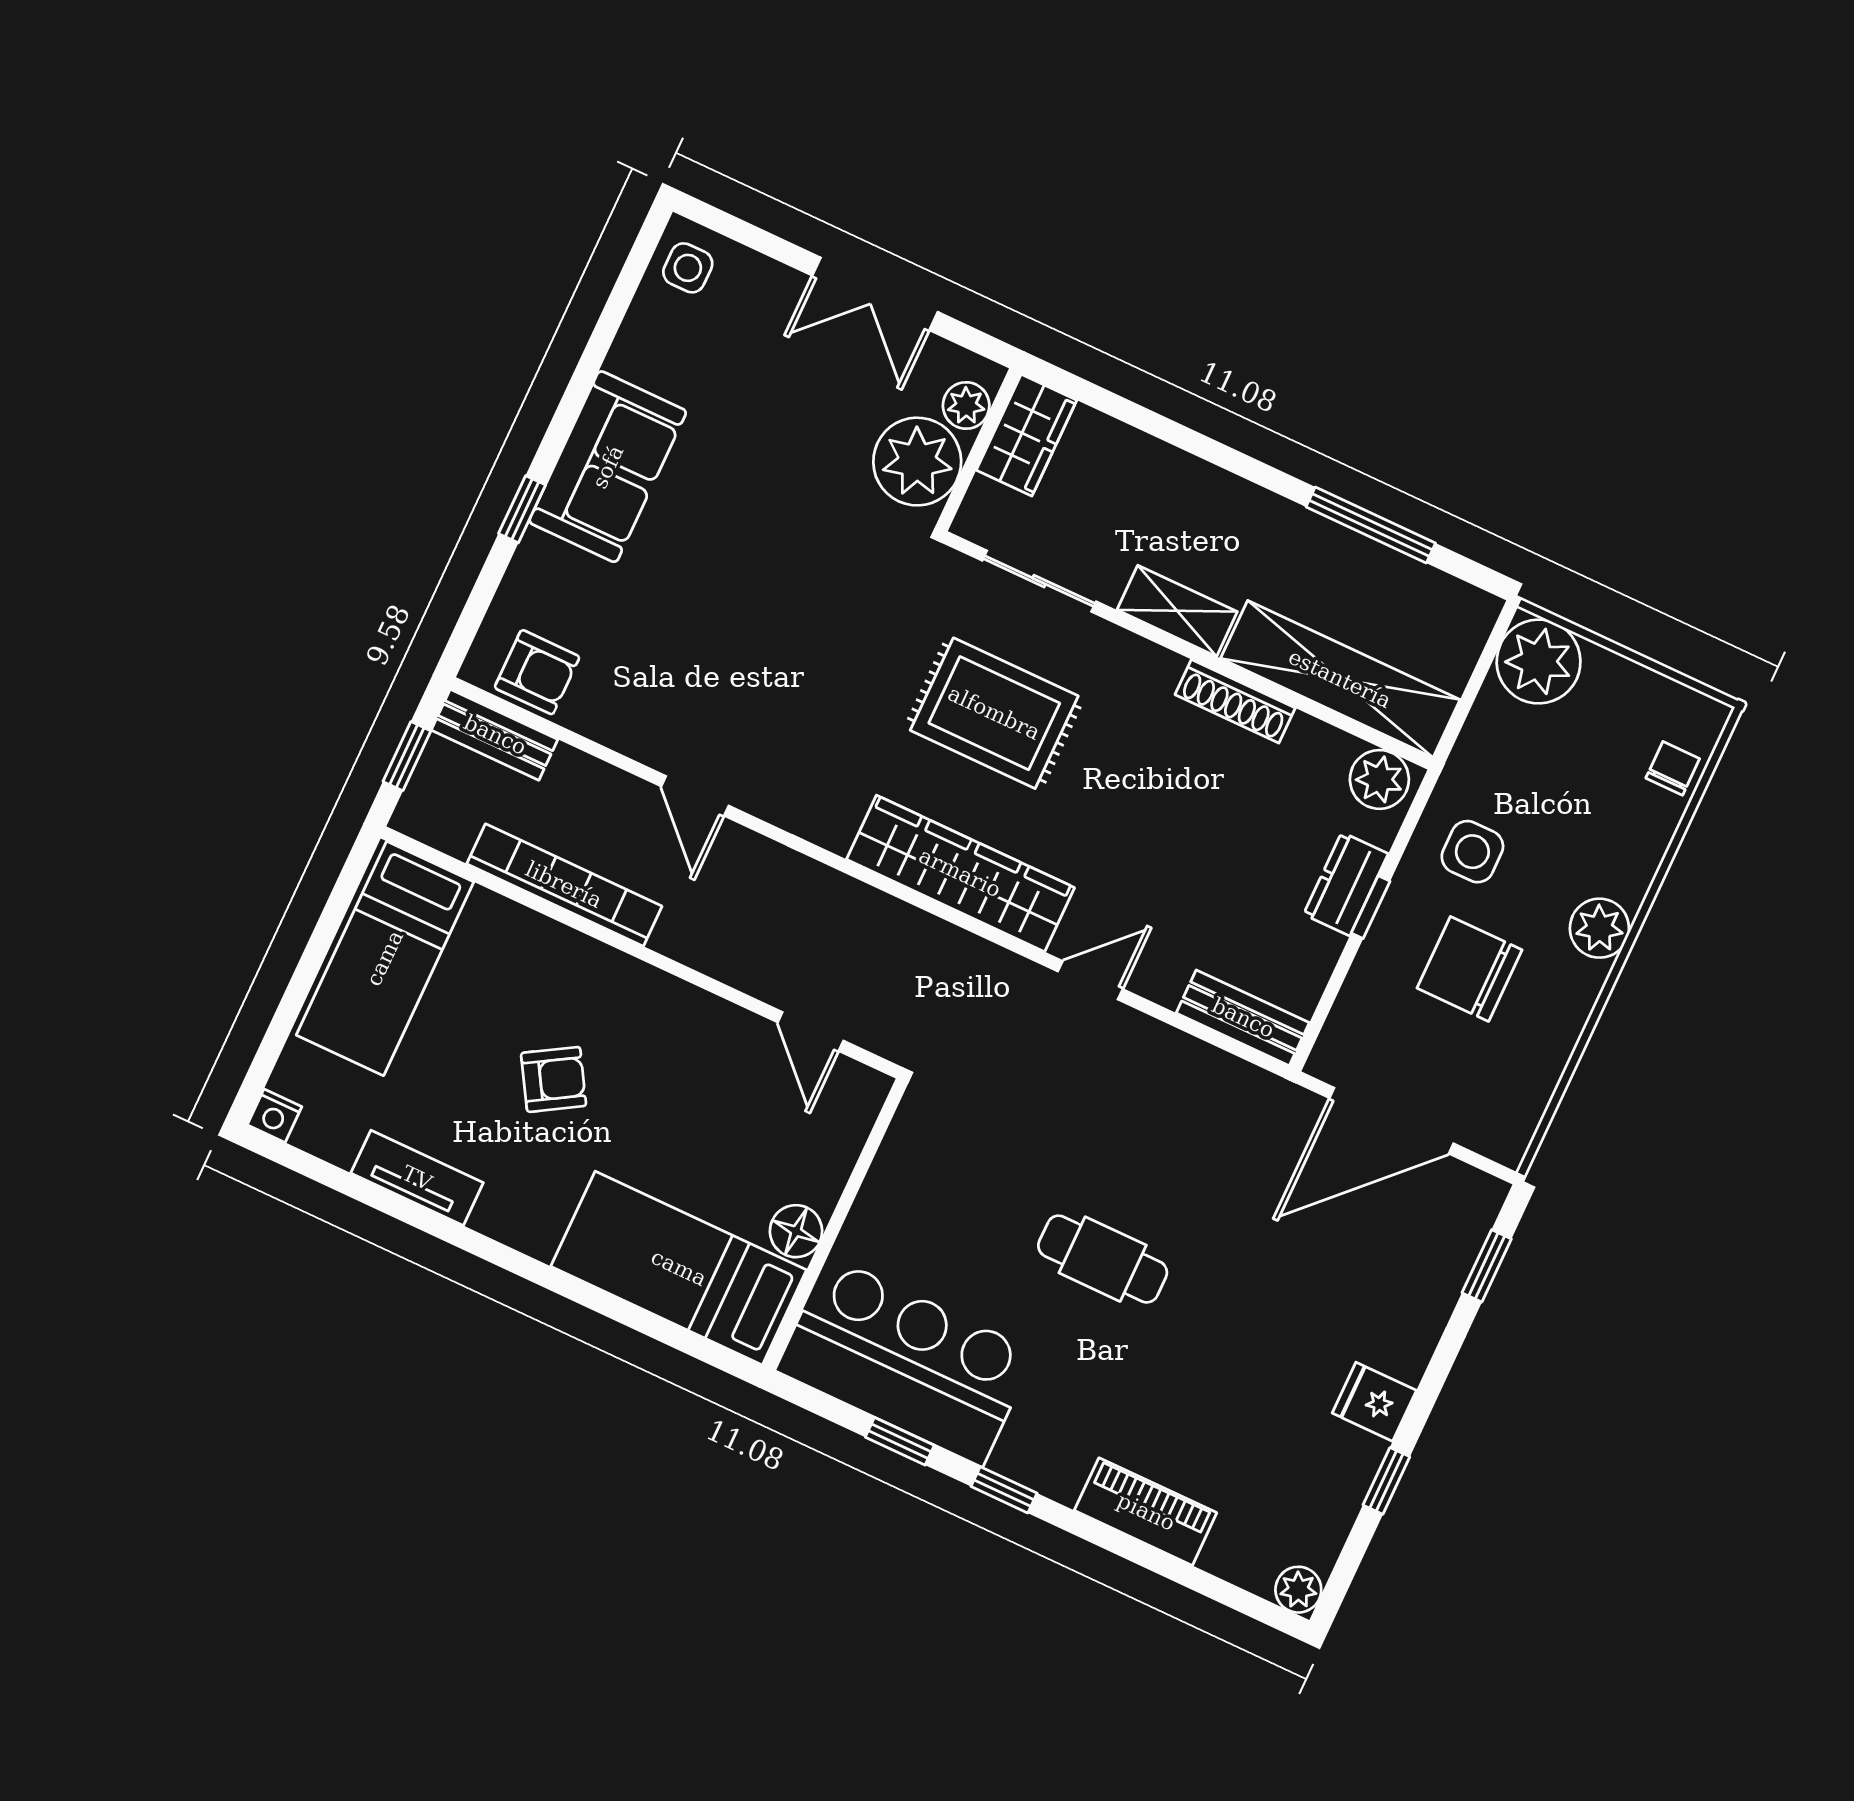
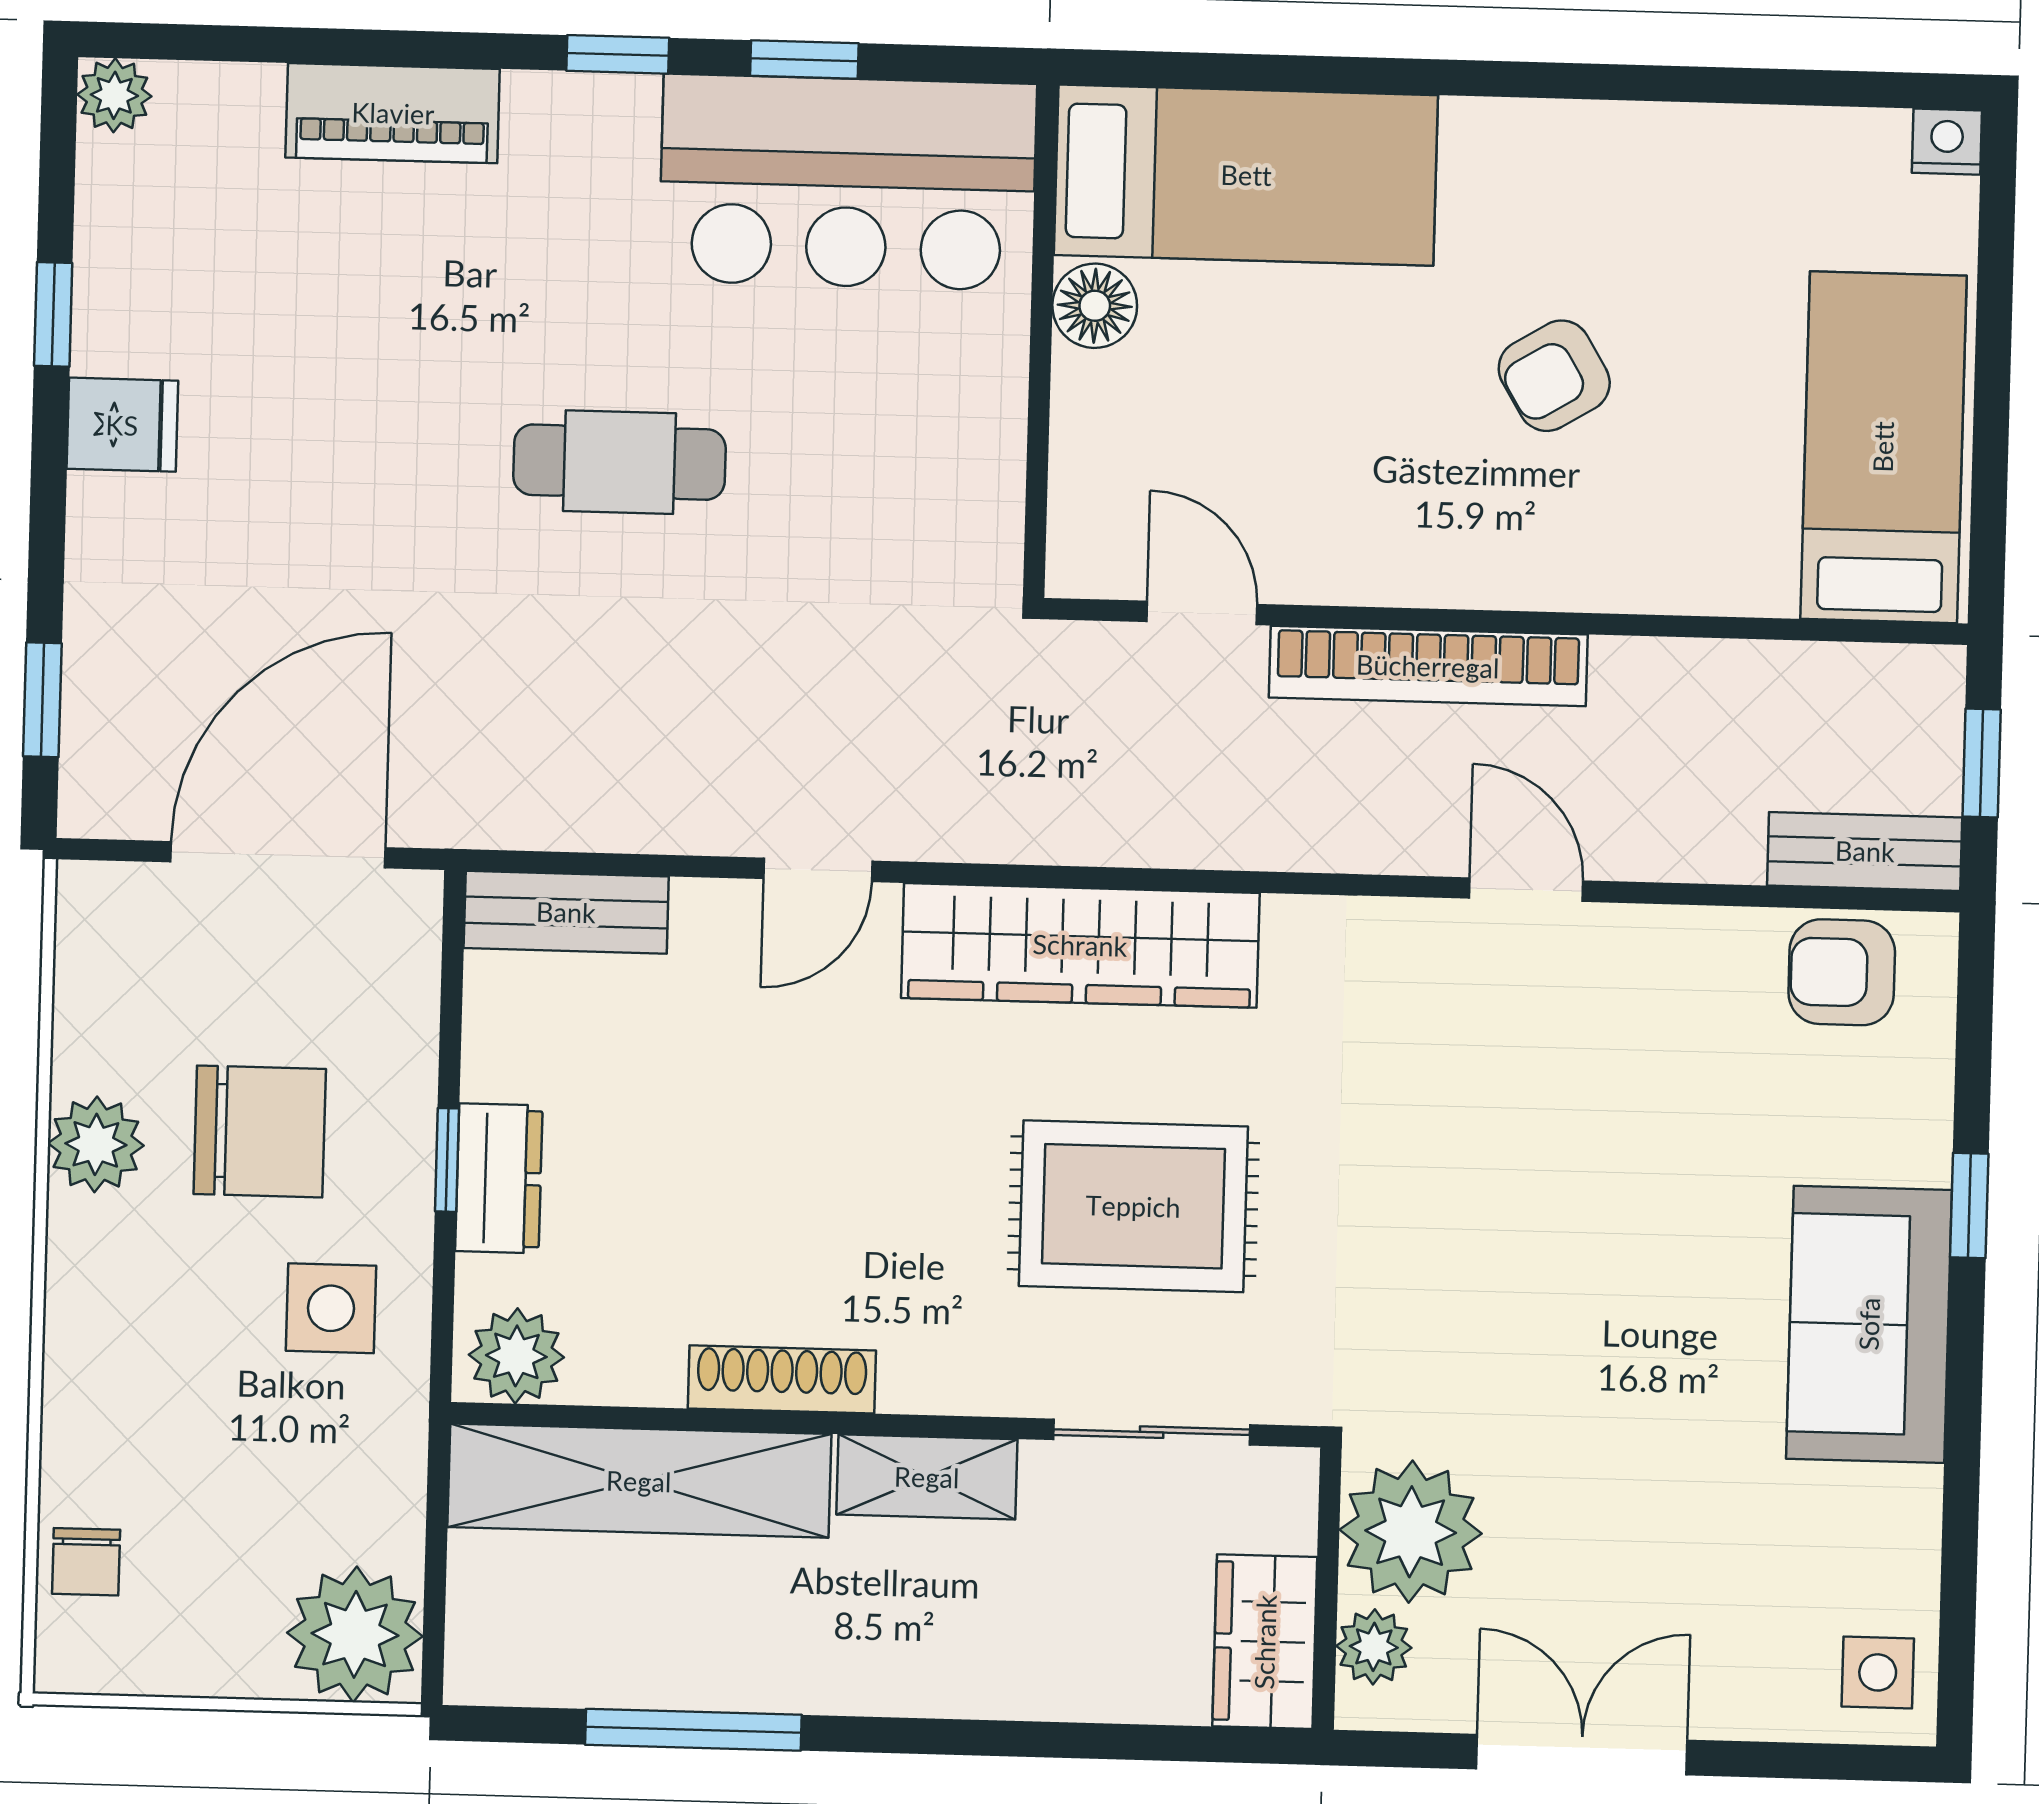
bookcase: (564, 885) -> (1428, 666), moved
plant: (1599, 928) -> (96, 1144), moved
tv unit: (417, 1178) -> (1694, 141), removed

